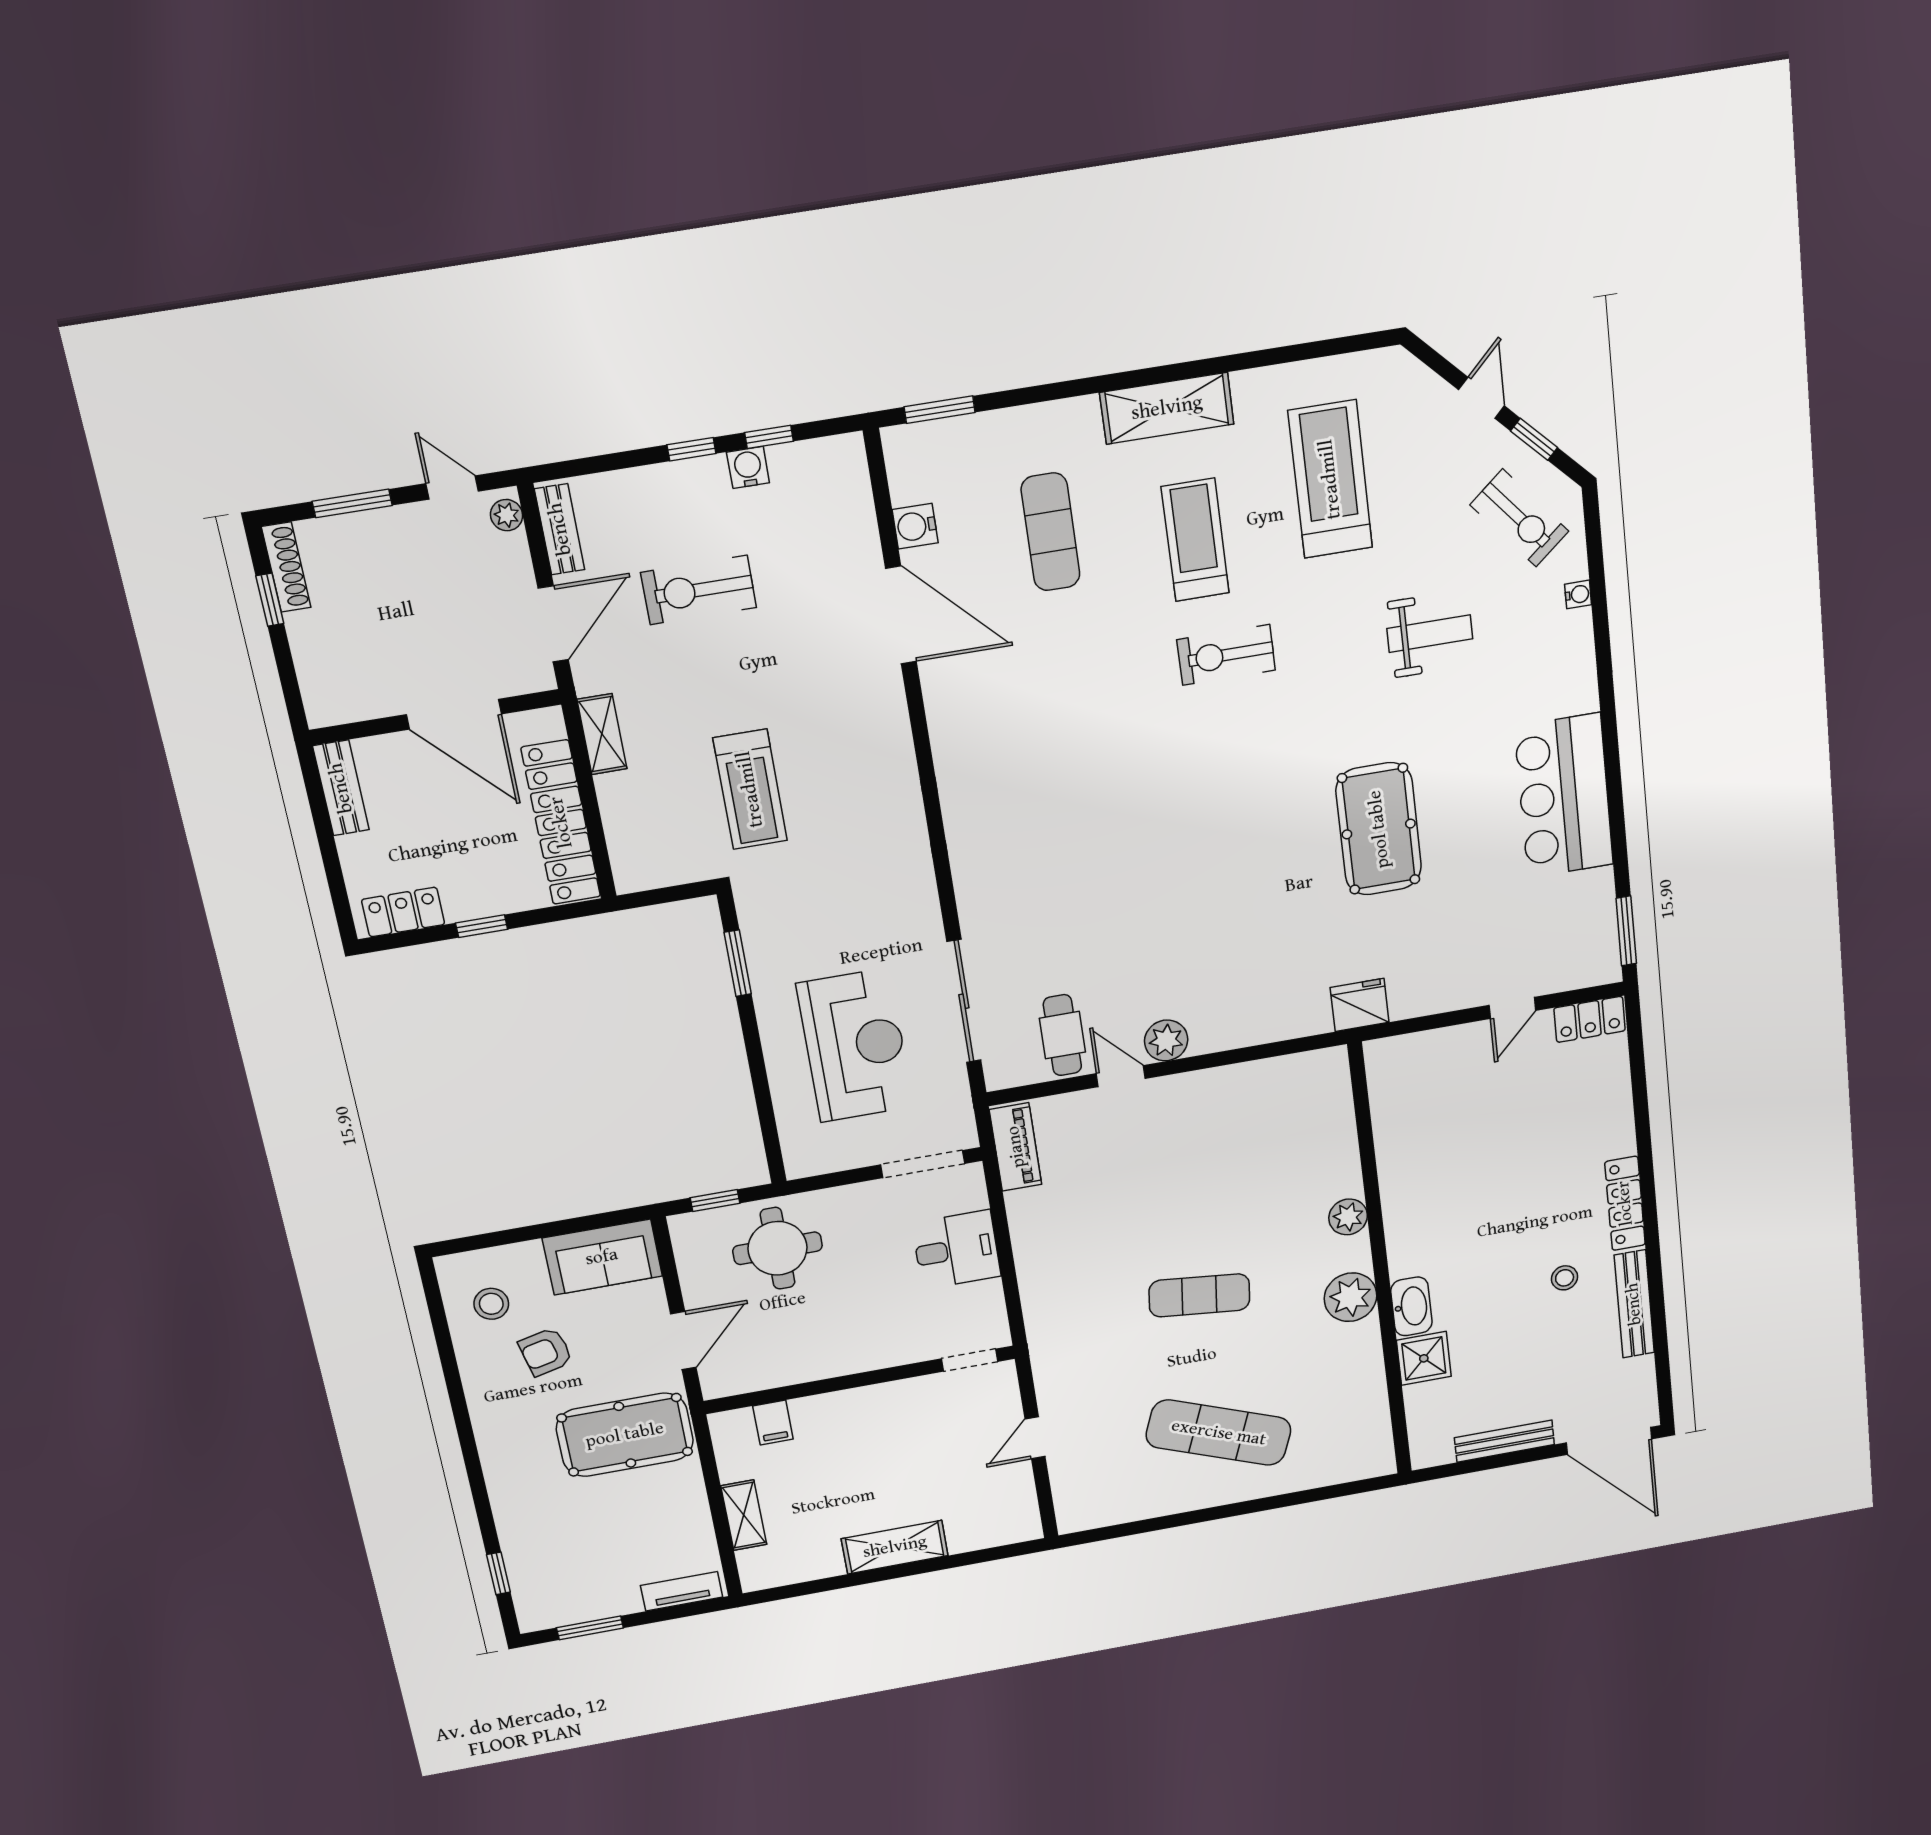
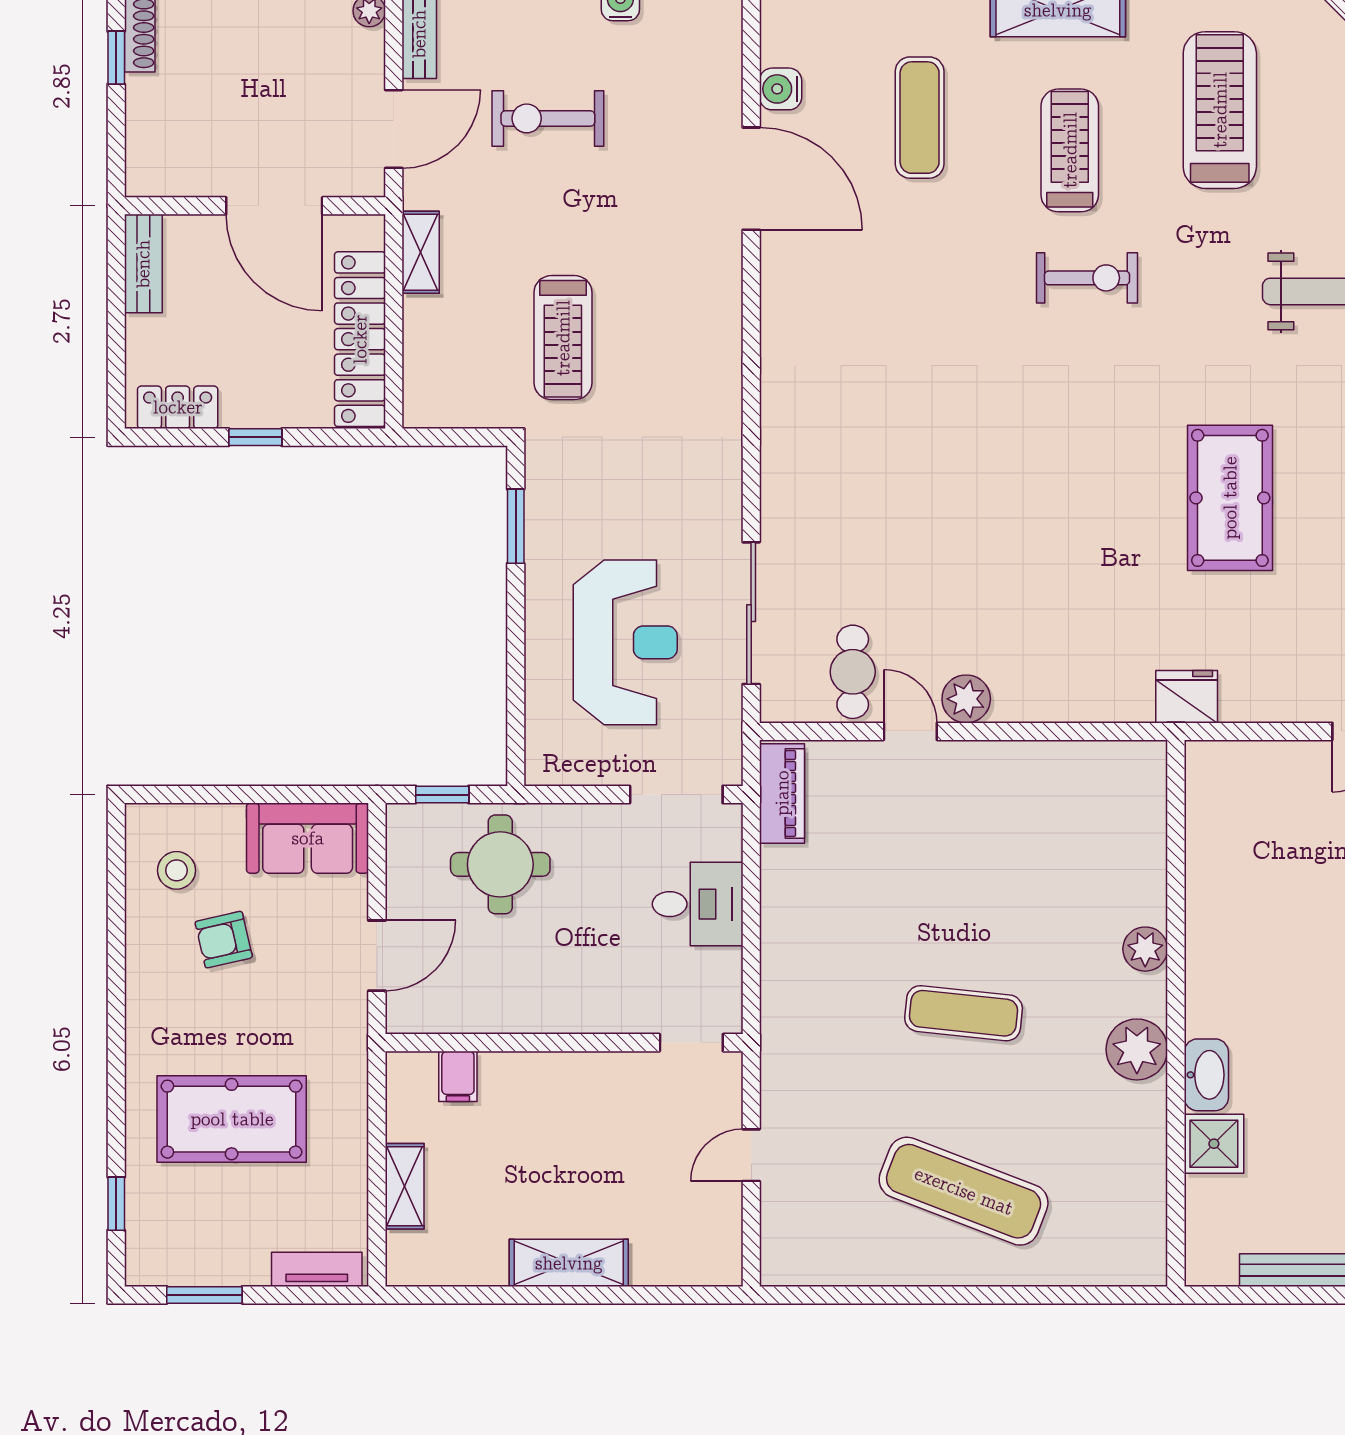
exercise bike: (1226, 655) -> (1087, 278), turned 180
pool table: (625, 1435) -> (232, 1119), moved

